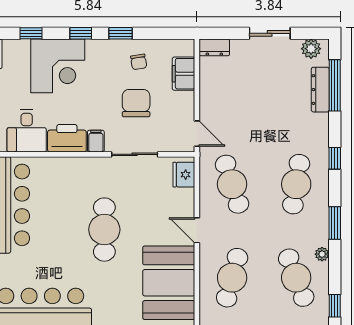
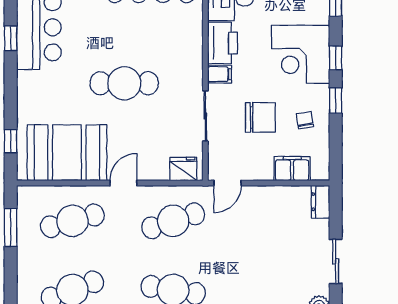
chair: (139, 62) -> (305, 120), turned 90
corner desk: (58, 66) -> (301, 54), moved
cafe table: (232, 278) -> (72, 221), turned -30

